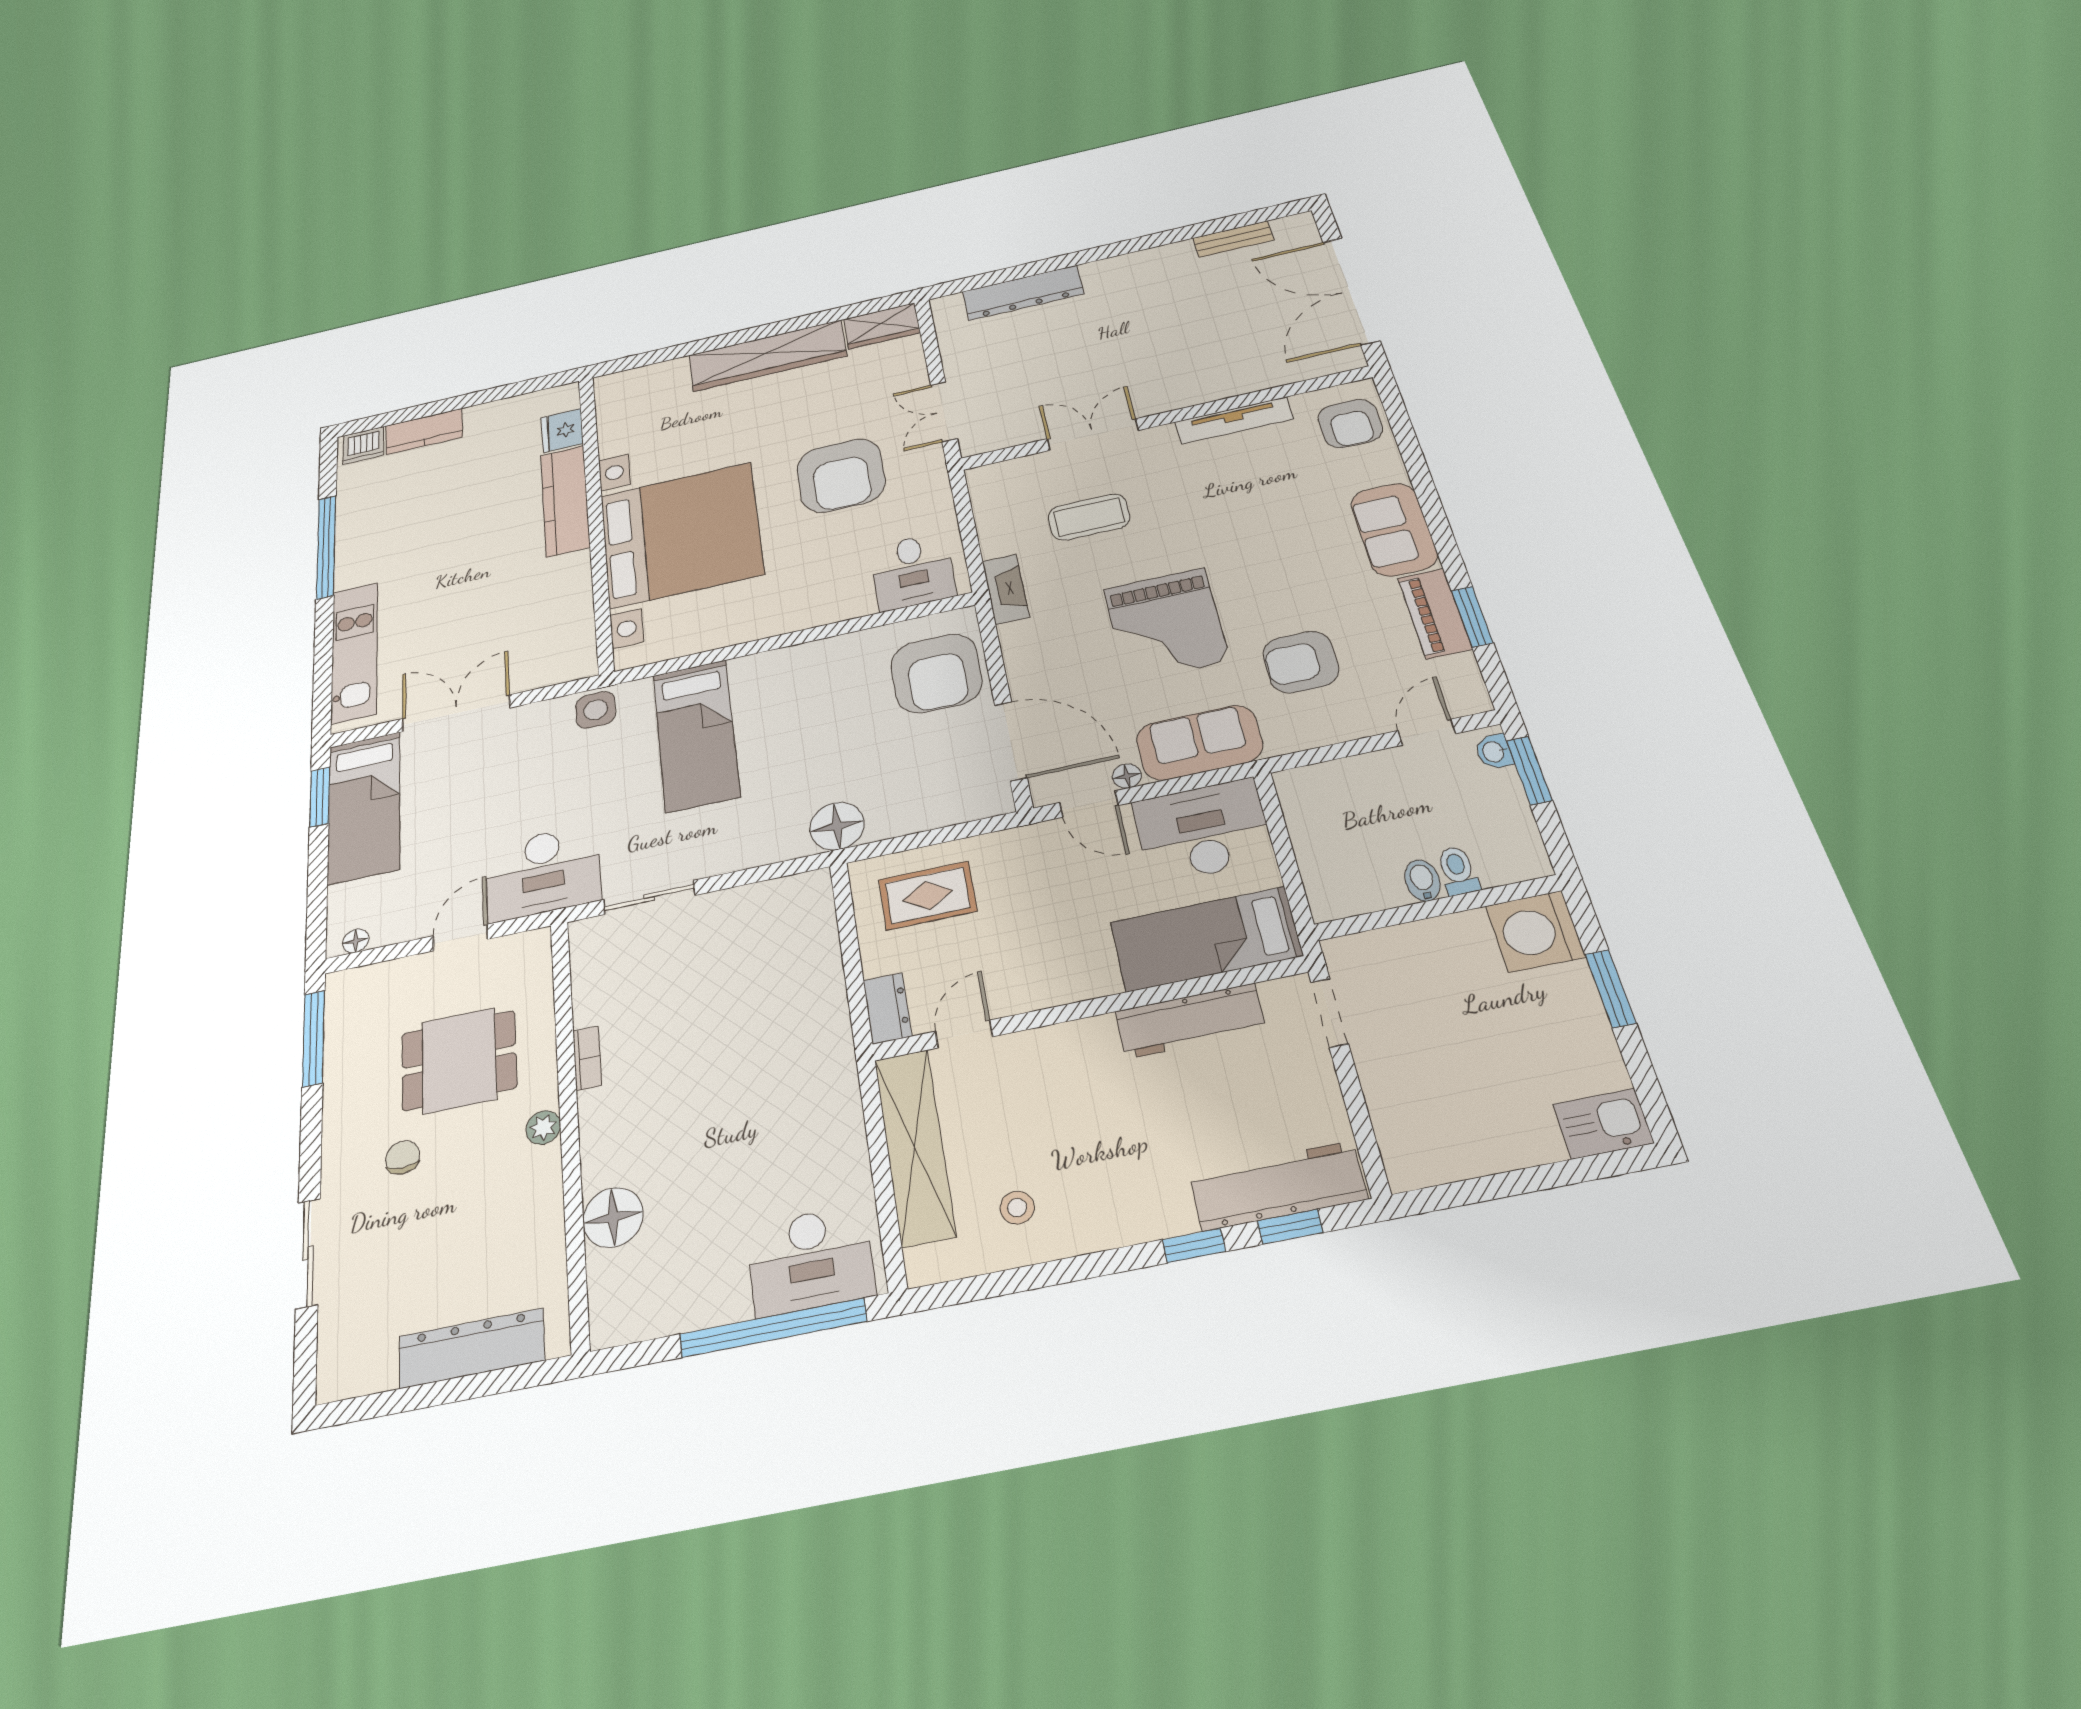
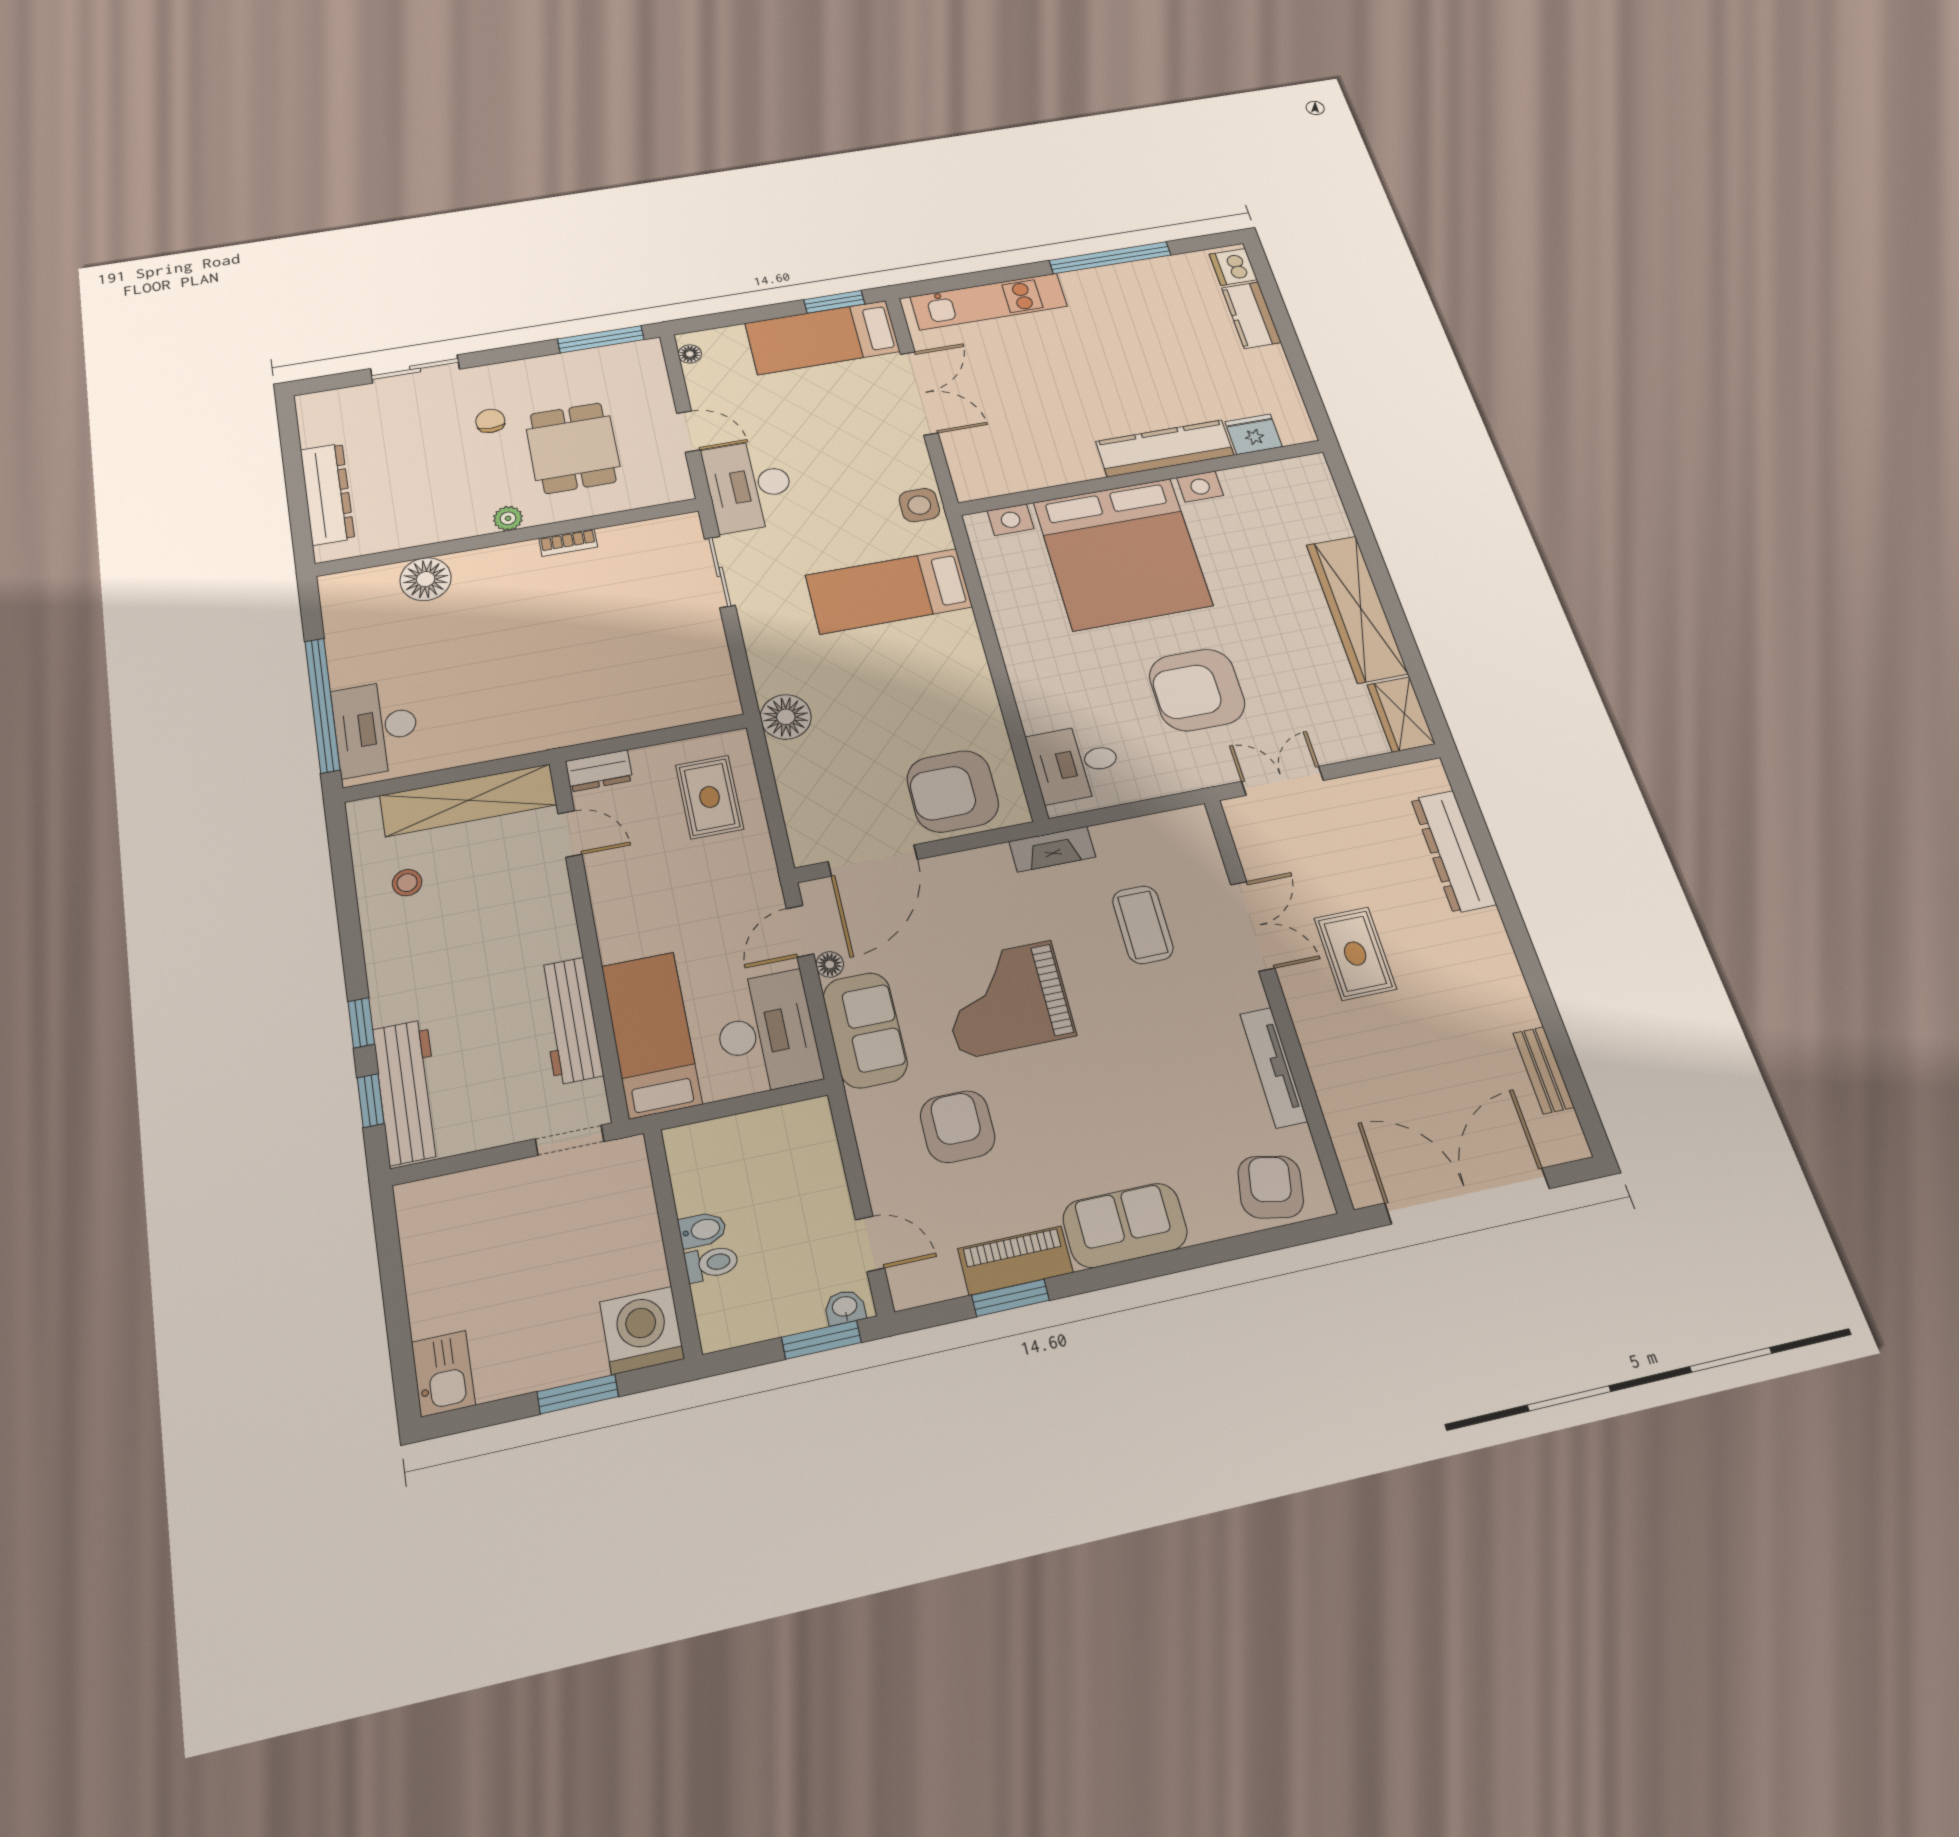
rug: (1122, 362) -> (1355, 954), added
armchair: (1350, 423) -> (1271, 1187), turned 101
chair: (403, 1157) -> (490, 421), turned -90

